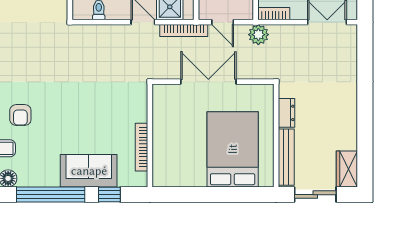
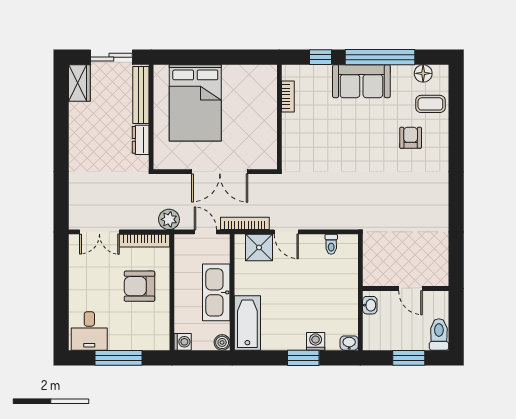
bookcase: (274, 14) -> (145, 241), width x1.56
bookcase: (141, 147) -> (288, 96), width x0.64
sofa: (89, 171) -> (361, 81), moved

